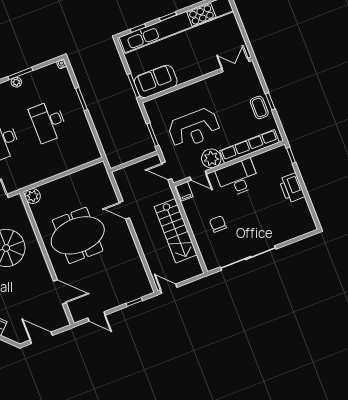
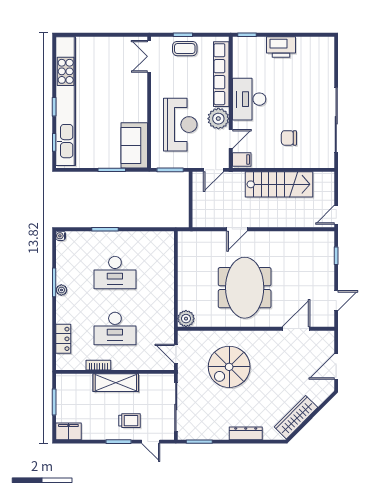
double door: (235, 65) -> (149, 56), moved
wall: (197, 80) -> (149, 102), moved
sofa: (156, 81) -> (134, 145), moved

